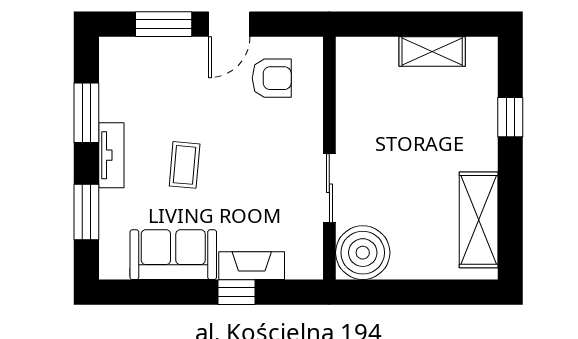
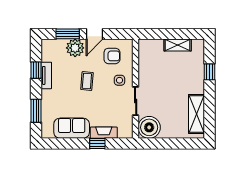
plant: (182, 58) -> (75, 48), added
window: (86, 113) -> (36, 70), width x0.67
side table: (290, 137) -> (119, 80), added
tv unit: (111, 155) -> (46, 75), moved
coffee table: (185, 165) -> (87, 81), moved

